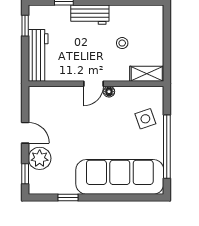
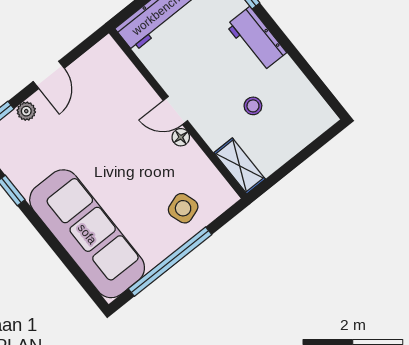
plant: (40, 158) -> (26, 111), width x0.53, depth x0.53

